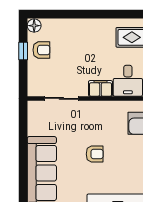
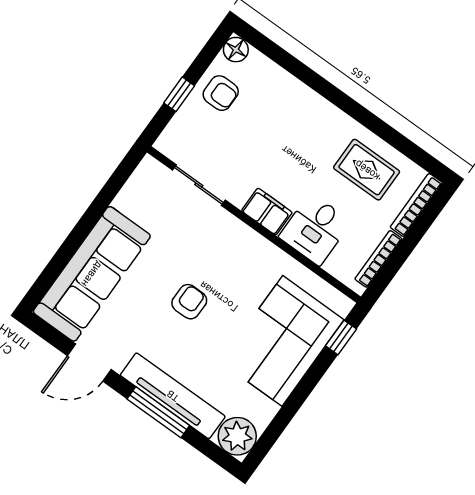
window: (23, 51) -> (179, 94), moved
armchair: (95, 154) -> (189, 302), turned -90

